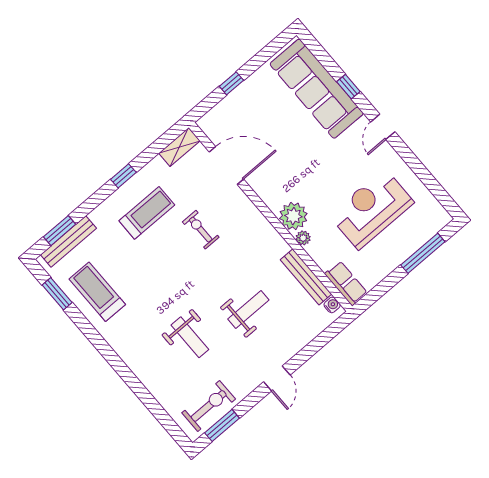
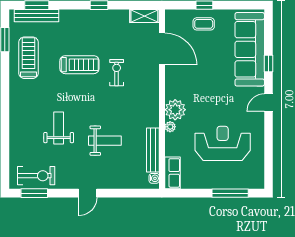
coffee table: (247, 103) -> (204, 24), added
treadmill: (147, 213) -> (79, 65), moved
weight bench: (190, 337) -> (59, 128), turned 180

